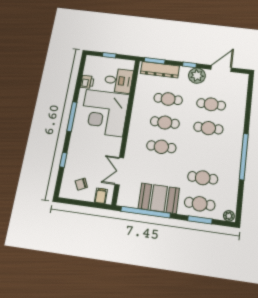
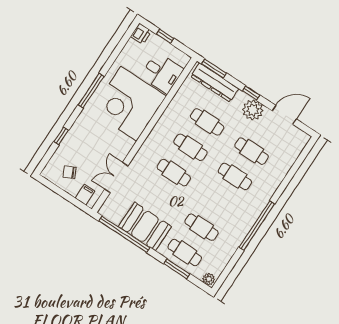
printer: (87, 82) -> (141, 34), moved

